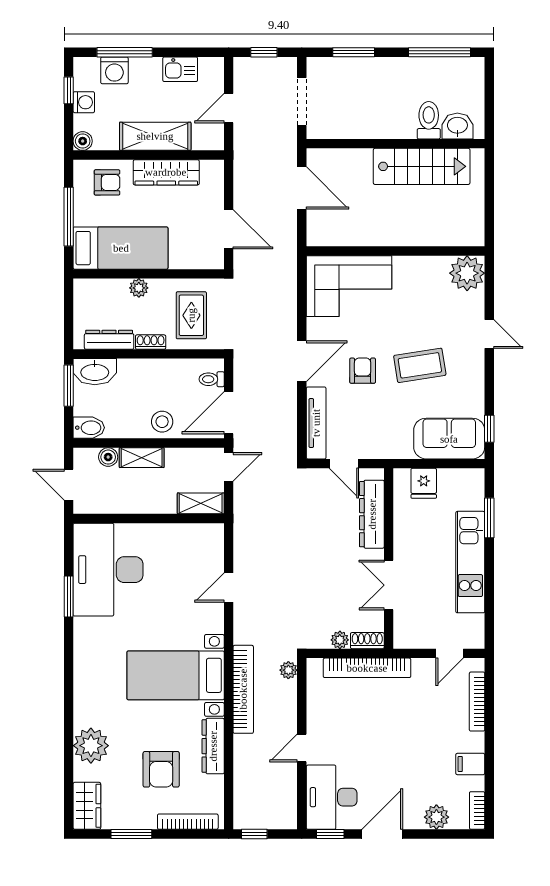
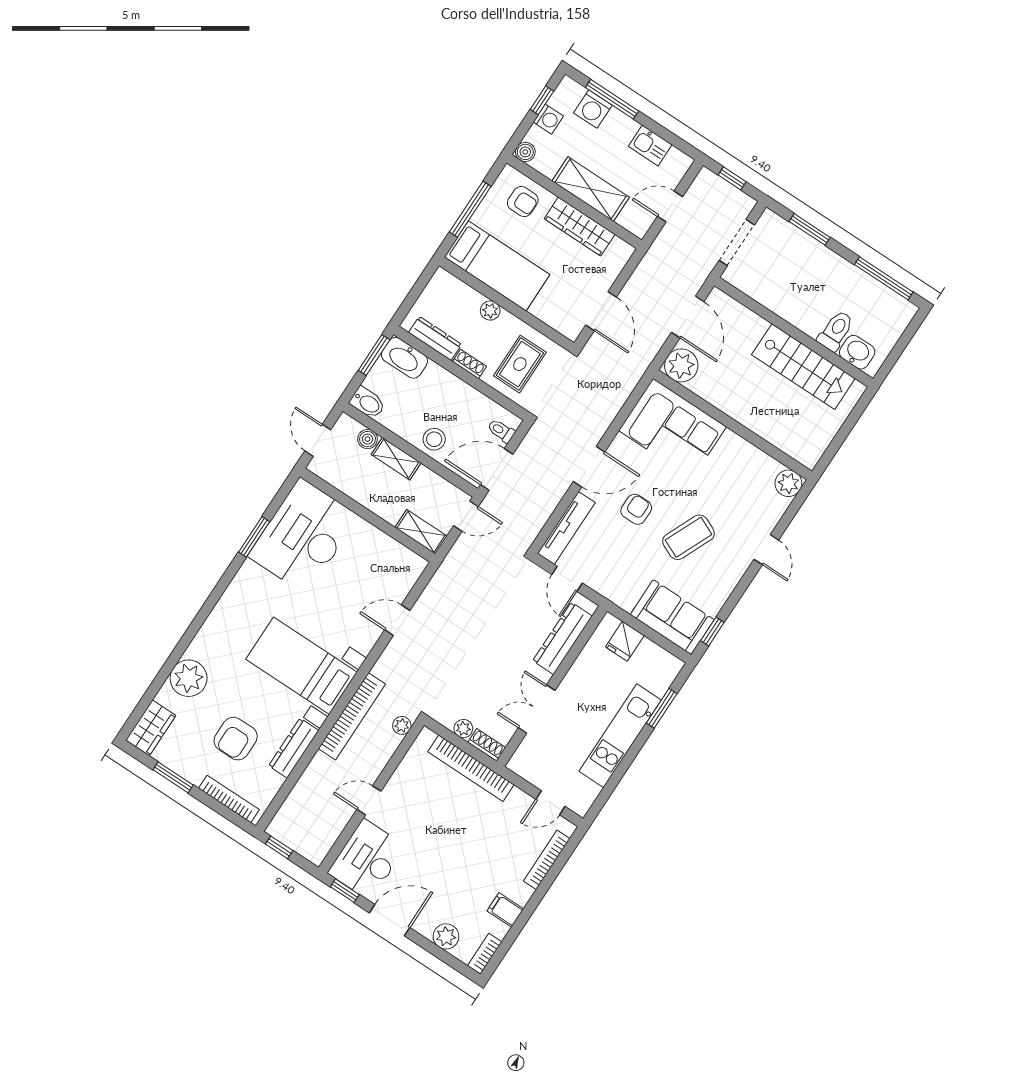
plant: (322, 230) -> (681, 365), added
plant: (467, 273) -> (788, 483), width x0.73, depth x0.73
coffee table: (420, 365) -> (689, 537), turned -57

